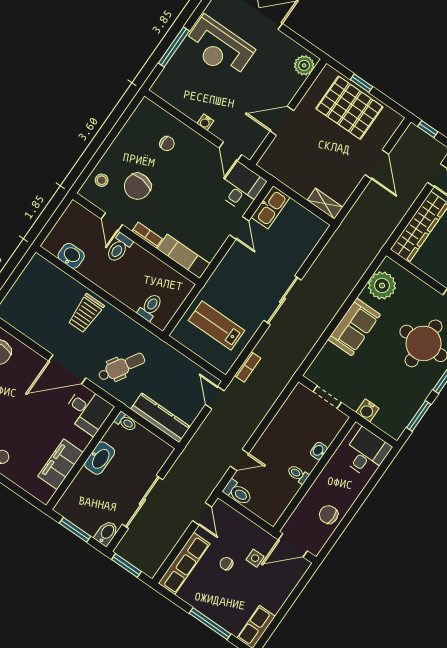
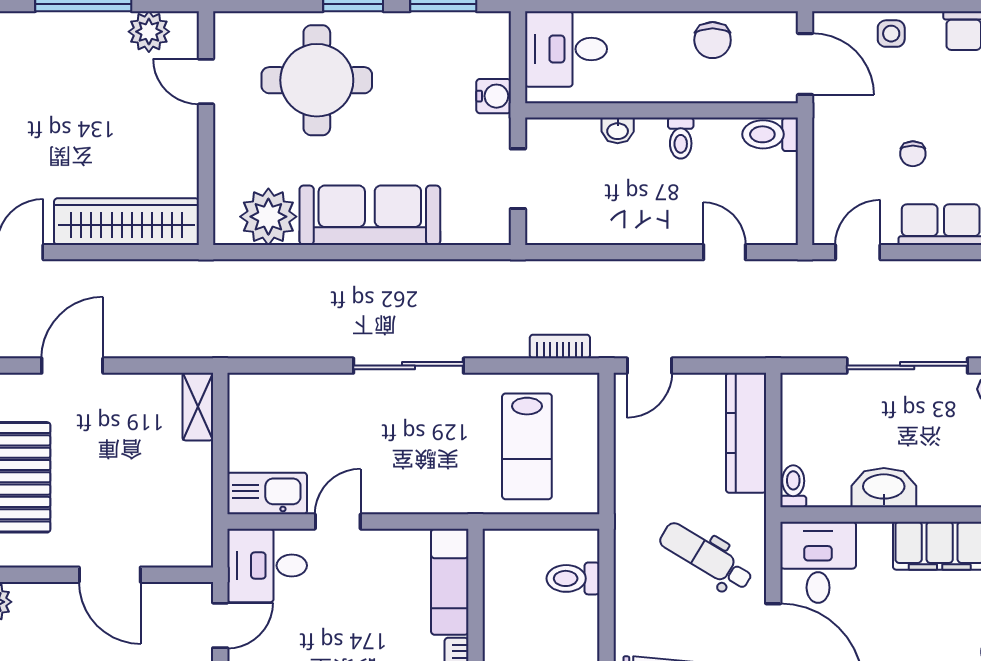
sofa: (354, 327) -> (370, 215), width x1.36
toilet: (238, 493) -> (770, 134), moved, turned -90
side table: (255, 558) -> (891, 34), moved

